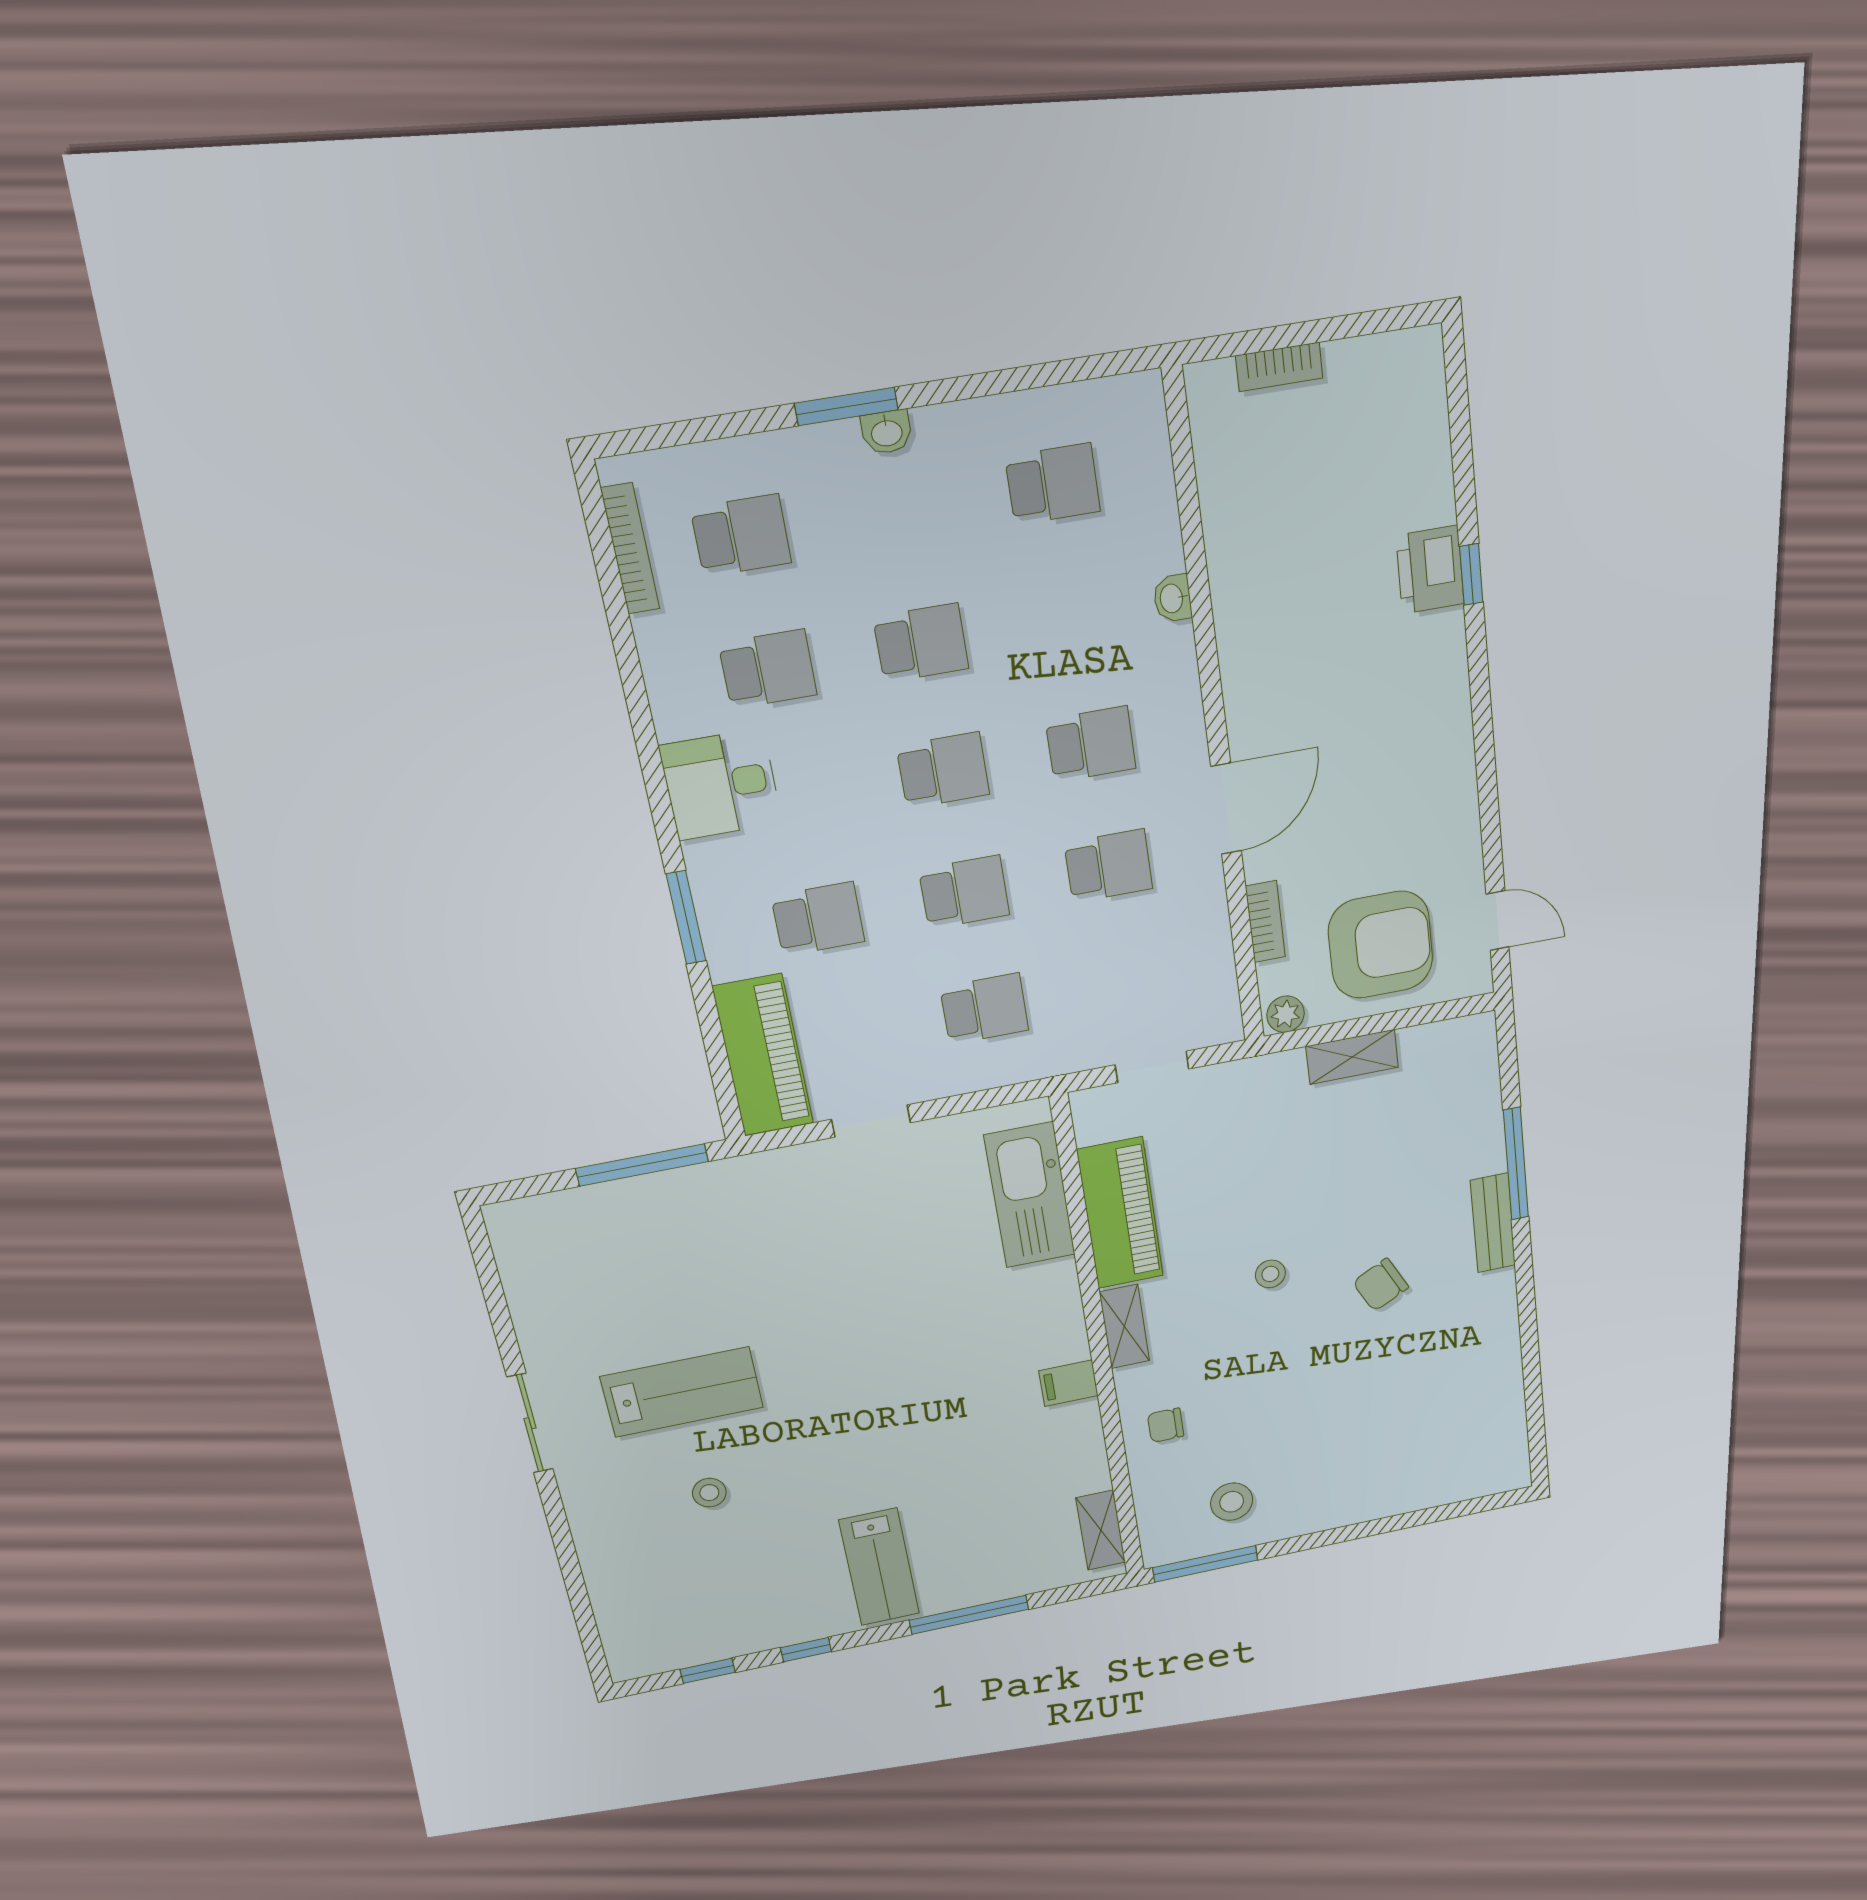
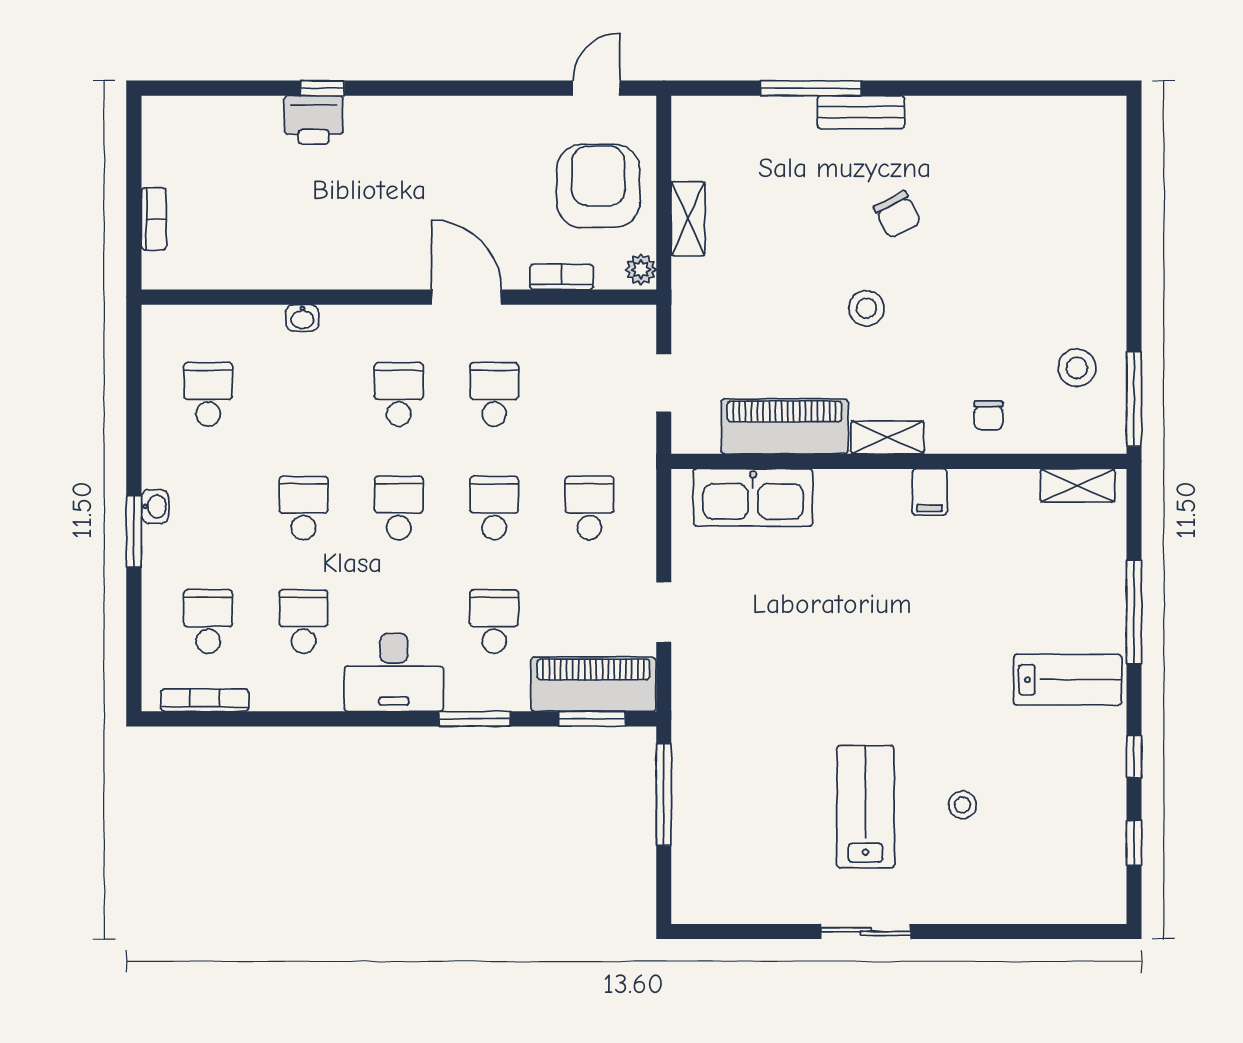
desk: (721, 784) -> (394, 672), width x1.37
window: (719, 1062) -> (592, 719), added
stool: (1270, 1274) -> (866, 308), width x1.37, depth x1.37

